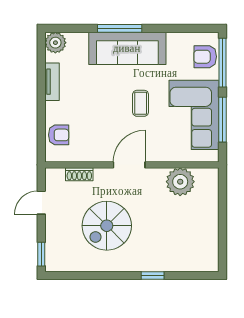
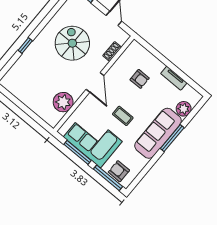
plant: (55, 43) -> (184, 109), moved
armchair: (205, 57) -> (119, 171), turned -90
armchair: (59, 135) -> (140, 79), moved, turned -90

